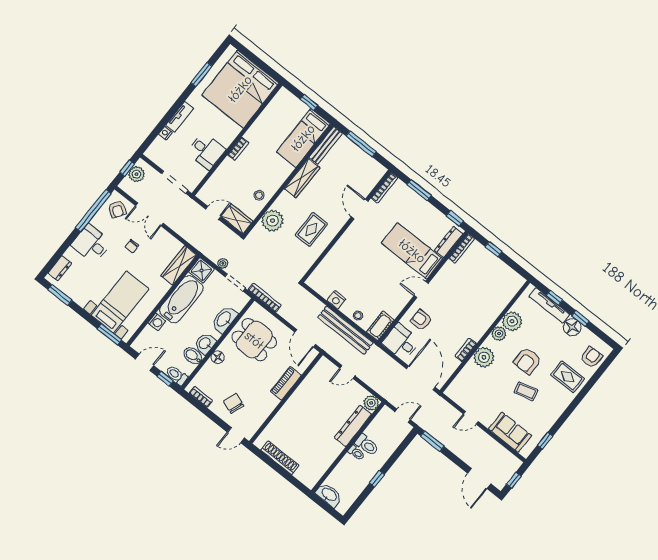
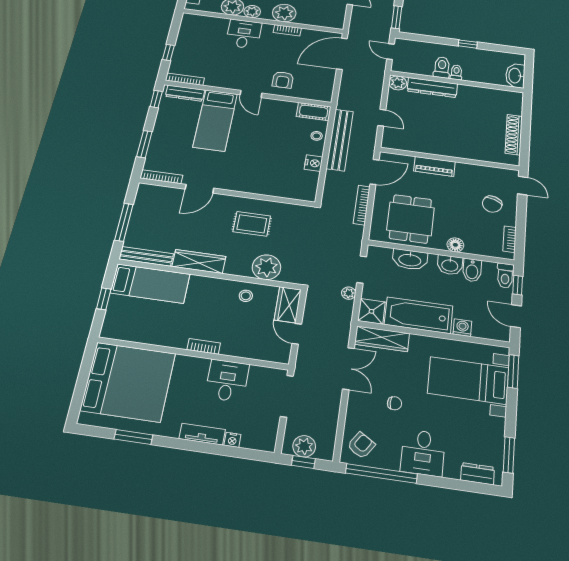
double door: (149, 214) -> (348, 369), moved
bookcase: (265, 298) -> (362, 205), moved
desk: (401, 342) -> (244, 34), moved, turned 180

